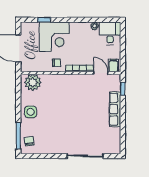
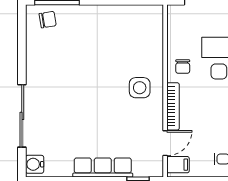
plant: (33, 82) -> (149, 26), removed
side table: (31, 112) -> (140, 88), moved
water cooler: (113, 149) -> (35, 164), added

